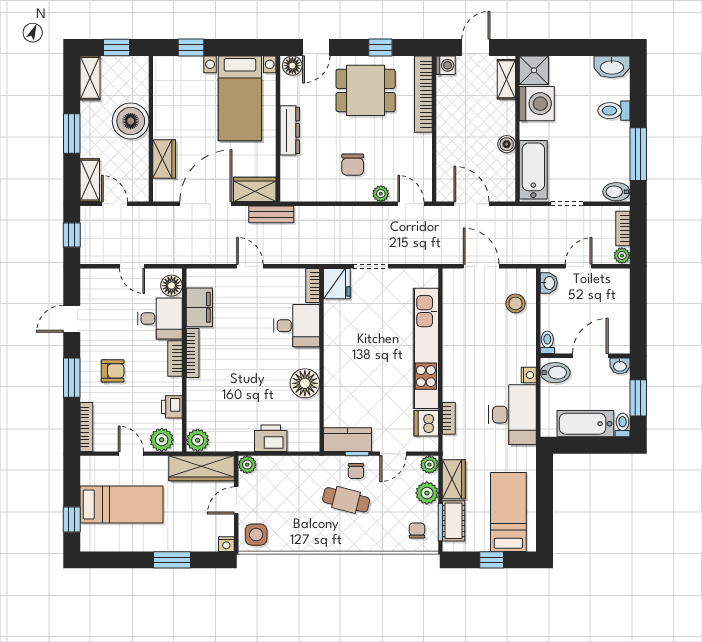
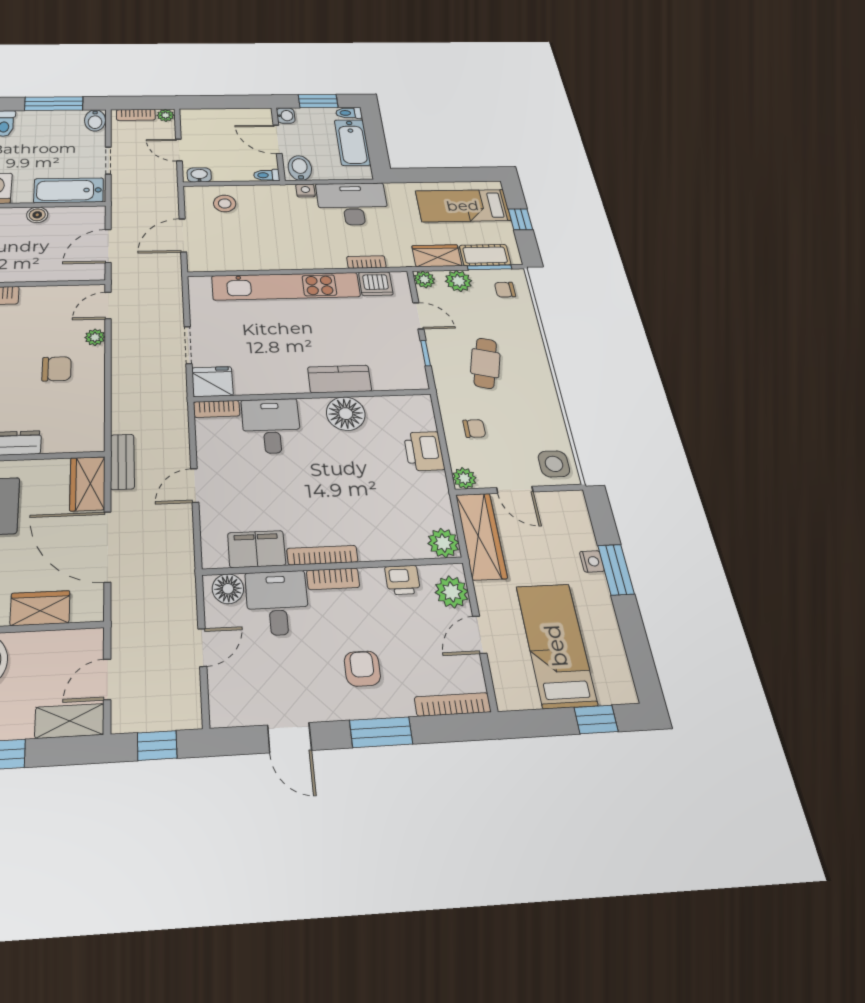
kitchen counter: (348, 440) -> (339, 379), moved, turned 90
chair: (356, 471) -> (474, 428), moved
nightstand: (226, 544) -> (592, 561), moved

